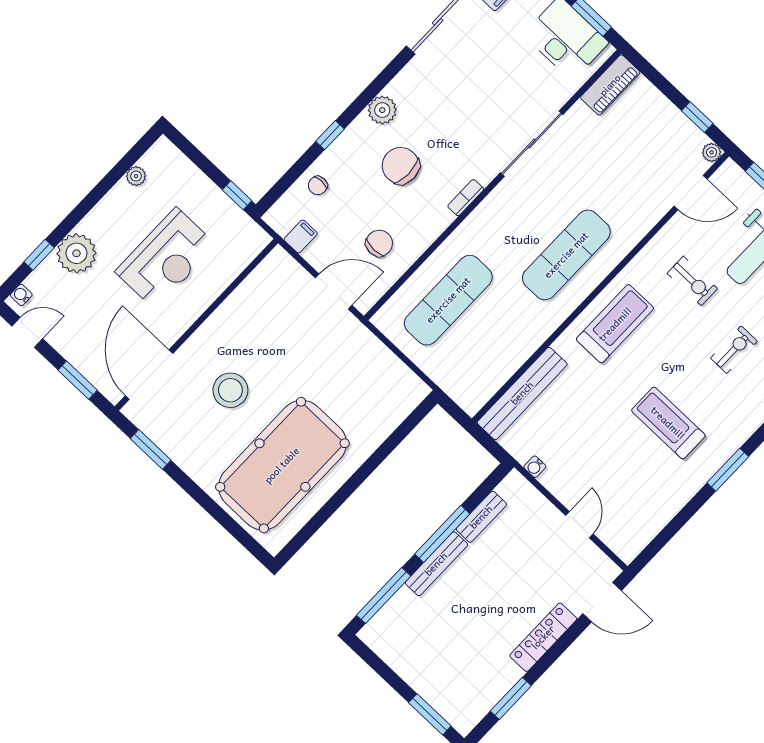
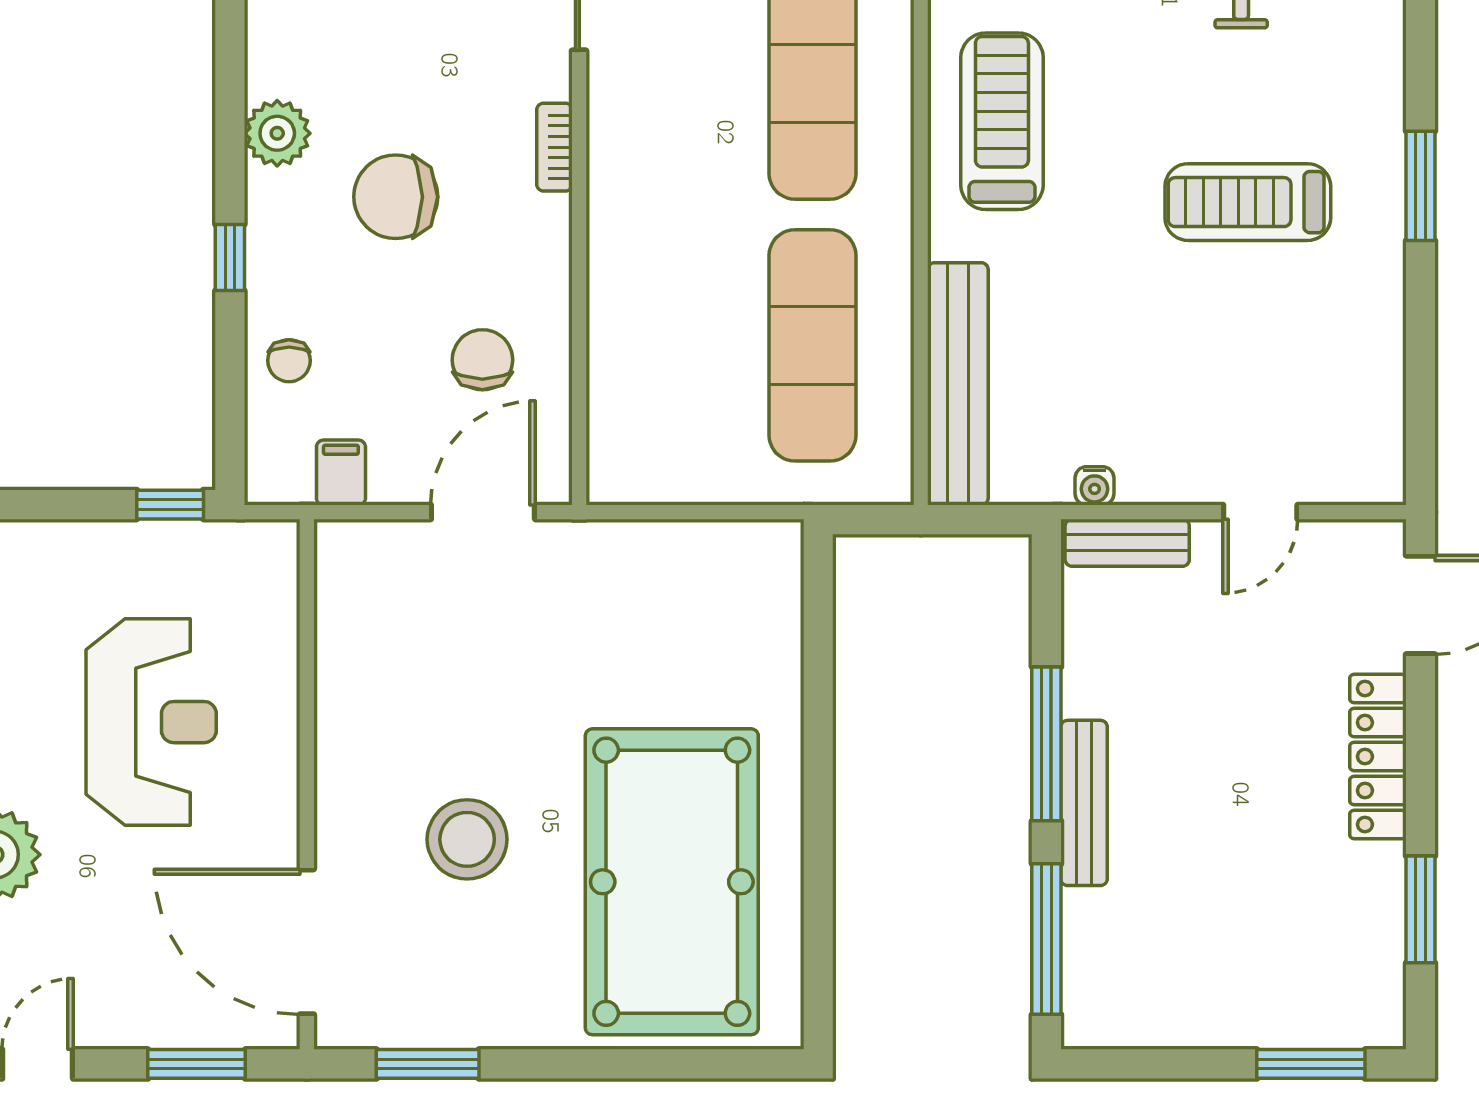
exercise mat: (448, 300) -> (812, 345), moved
bench: (481, 517) -> (1127, 543), moved, turned 90
door: (579, 525) -> (1260, 512), swing flipped

